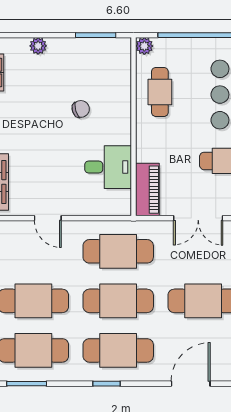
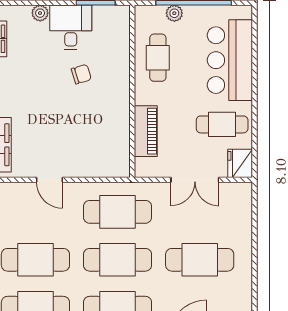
plant: (144, 46) -> (174, 13), moved
desk: (108, 167) -> (71, 27), moved, turned -90
piano: (147, 190) -> (146, 131), moved

